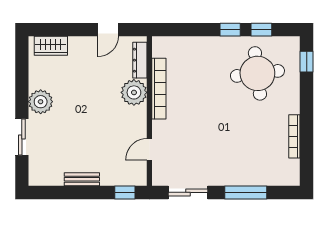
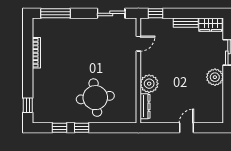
door: (108, 30) -> (186, 128), moved
wardrobe: (51, 46) -> (211, 25), moved, turned 180
round table: (257, 73) -> (95, 98), moved
bookcase: (159, 89) -> (132, 86), removed
window: (246, 192) -> (56, 13), moved

